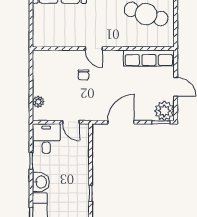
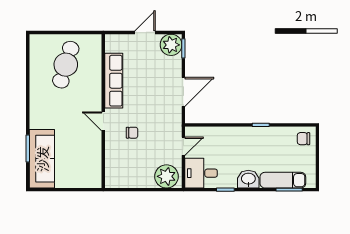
door: (94, 48) -> (103, 121), swing flipped
row of seats: (149, 58) -> (114, 81), moved
plant: (38, 102) -> (167, 176), width x1.88, depth x1.88
door: (121, 122) -> (183, 92), swing flipped

